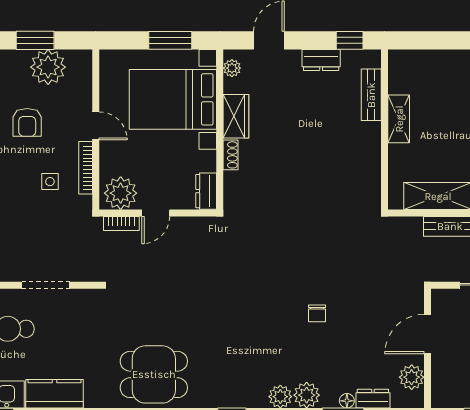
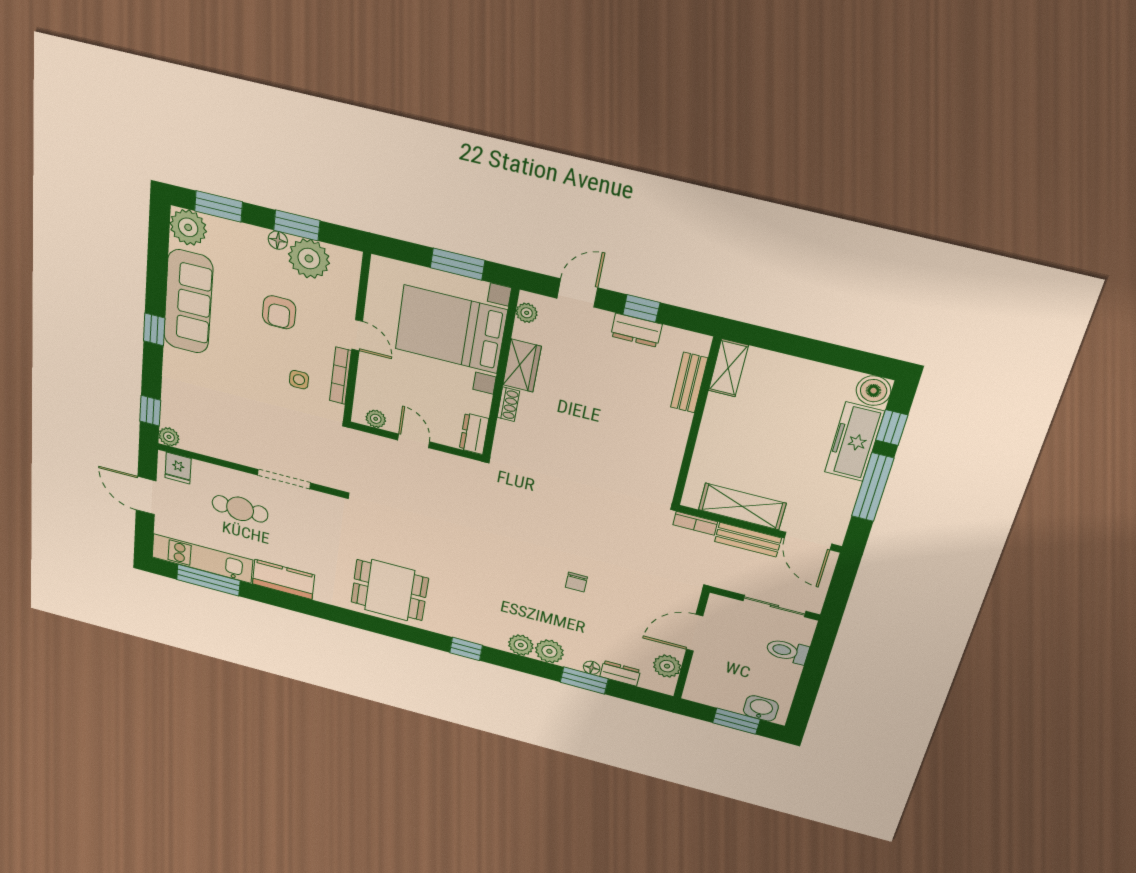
window: (350, 40) -> (641, 308), moved
floor lamp: (20, 57) -> (278, 240), added
shelving: (399, 119) -> (728, 368), moved
plant: (121, 193) -> (376, 419), width x0.53, depth x0.53
door: (156, 213) -> (414, 441), swing flipped
bookcase: (121, 223) -> (695, 523), moved

